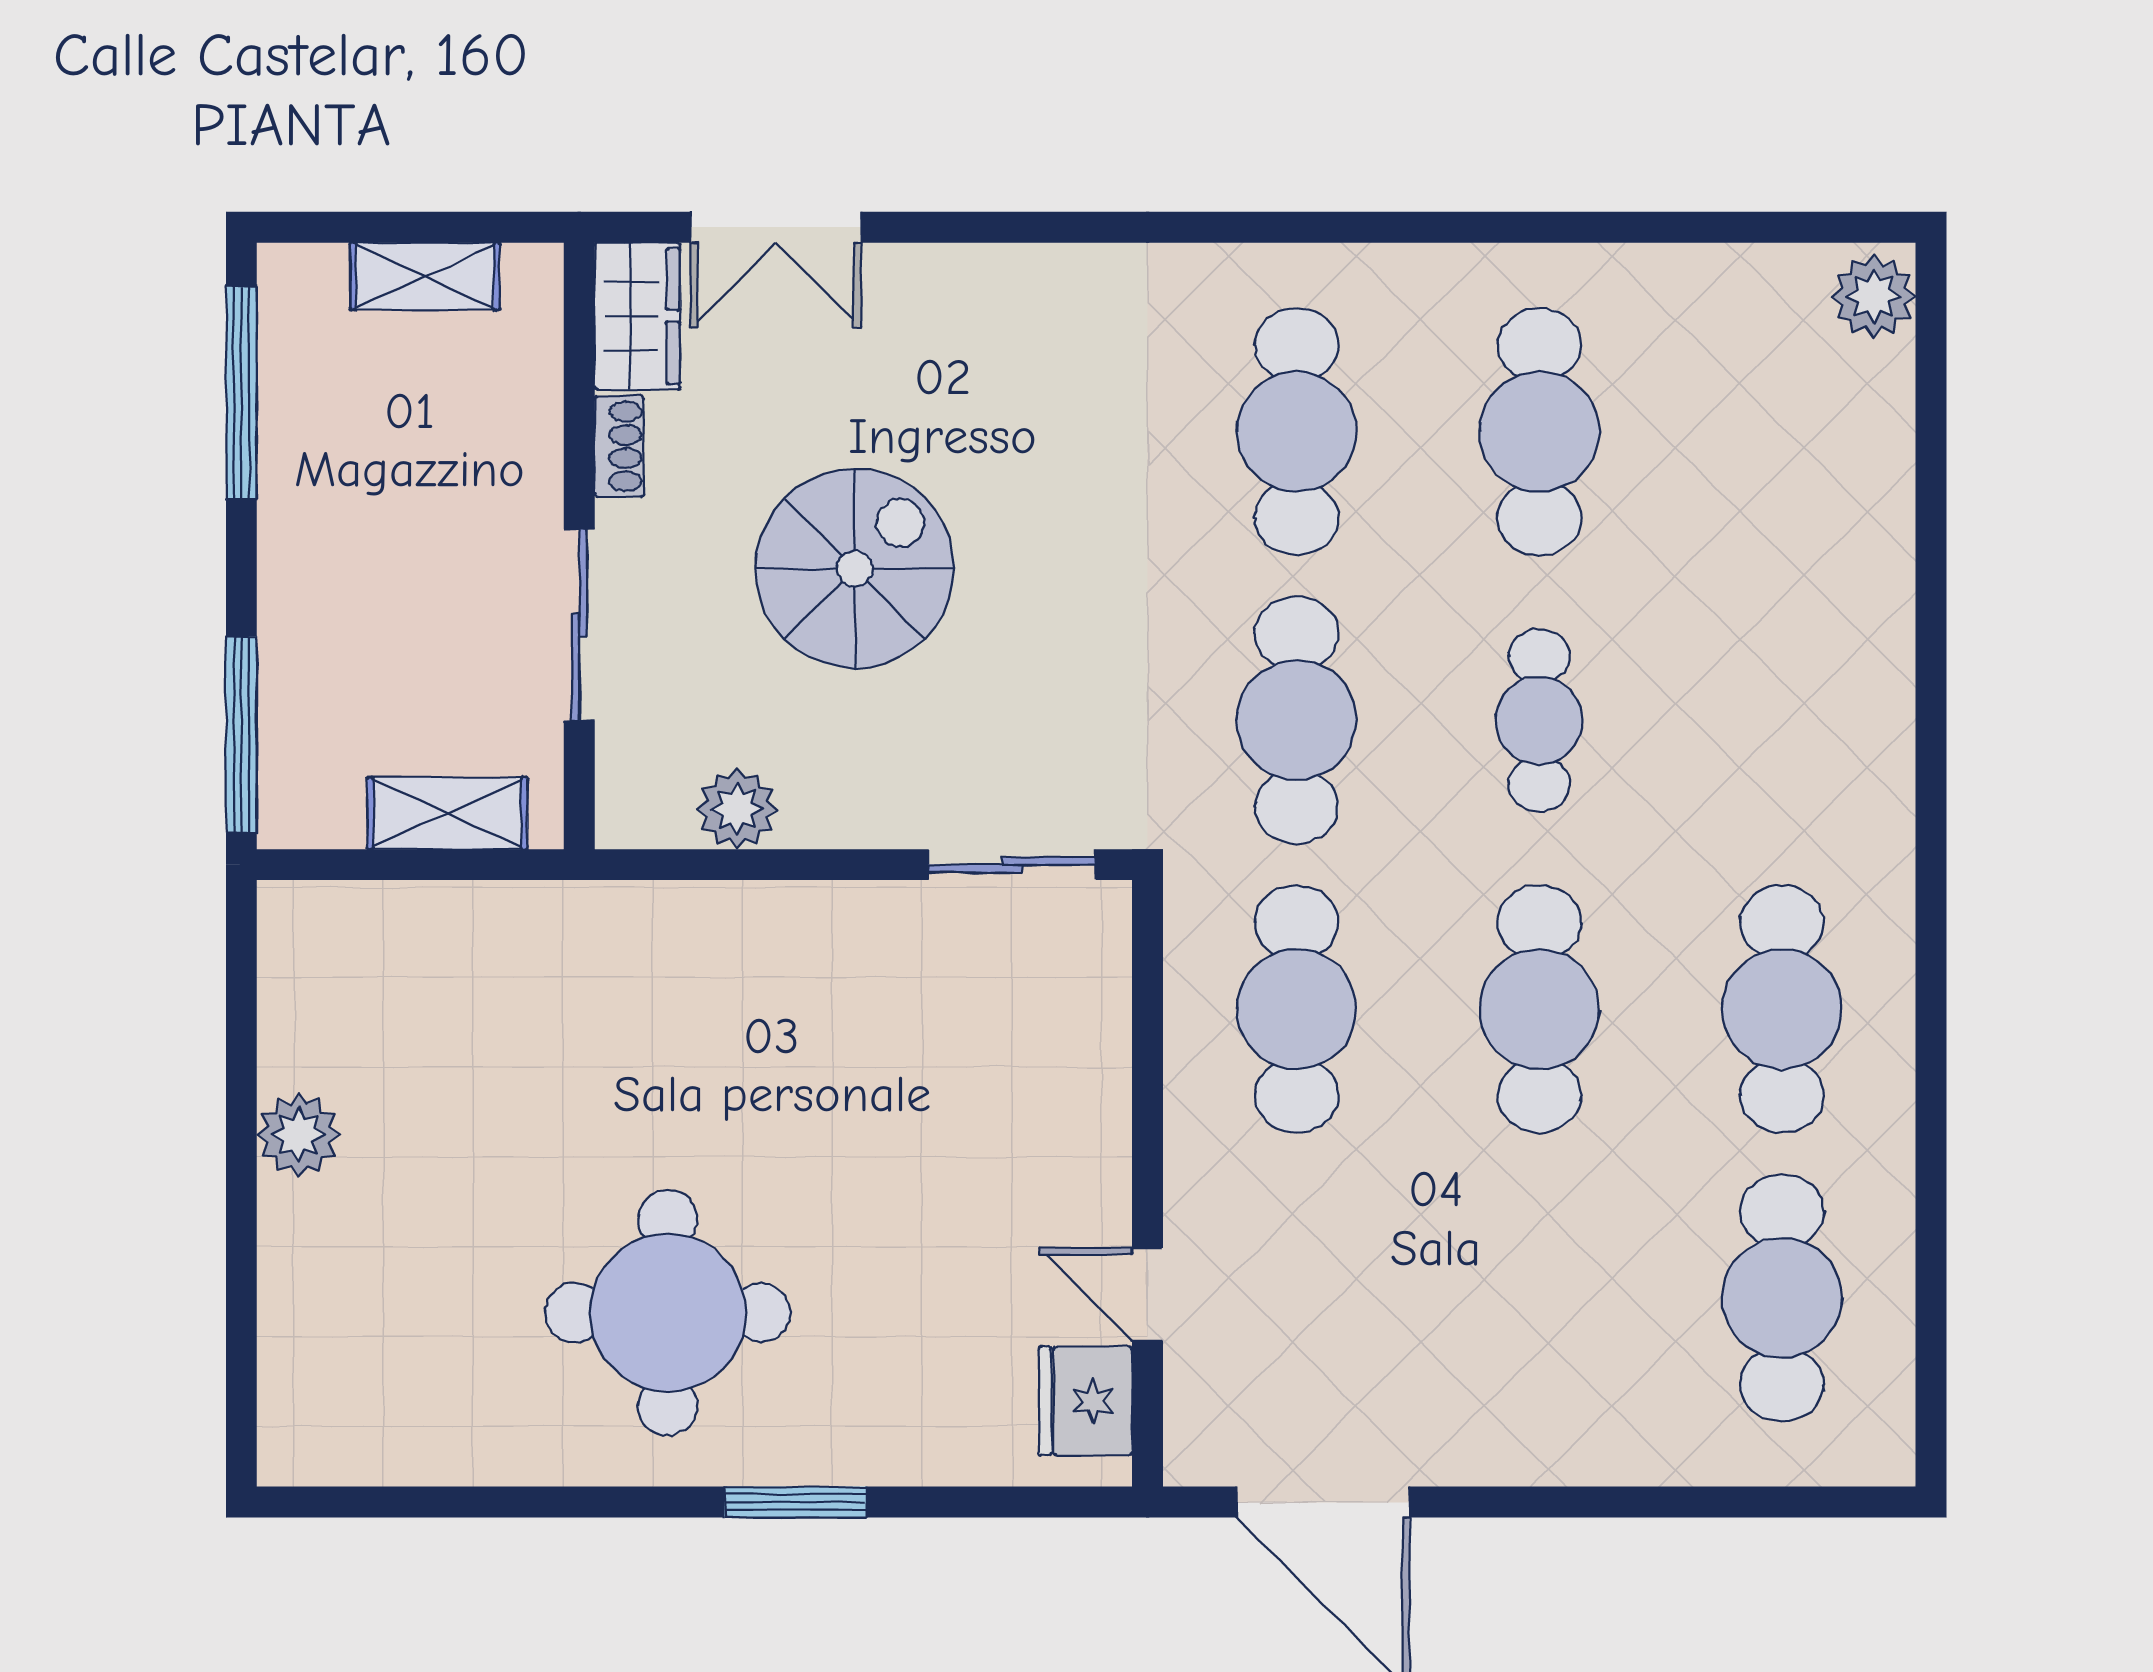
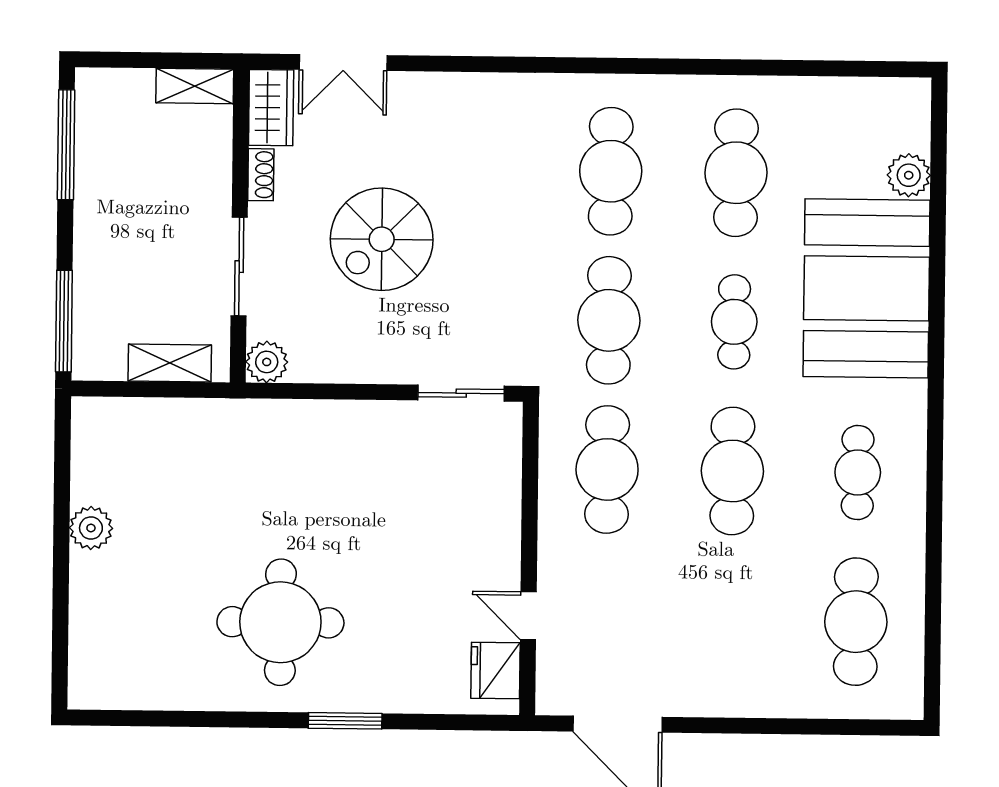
shelving: (425, 276) -> (195, 86), moved
plant: (1874, 296) -> (909, 175), moved
spiral stairs: (855, 569) -> (382, 239), turned 180
booth: (1795, 652) -> (867, 288), added
plant: (737, 809) -> (267, 362), moved
cafe table: (1782, 1009) -> (858, 473), width x0.73, depth x0.74

